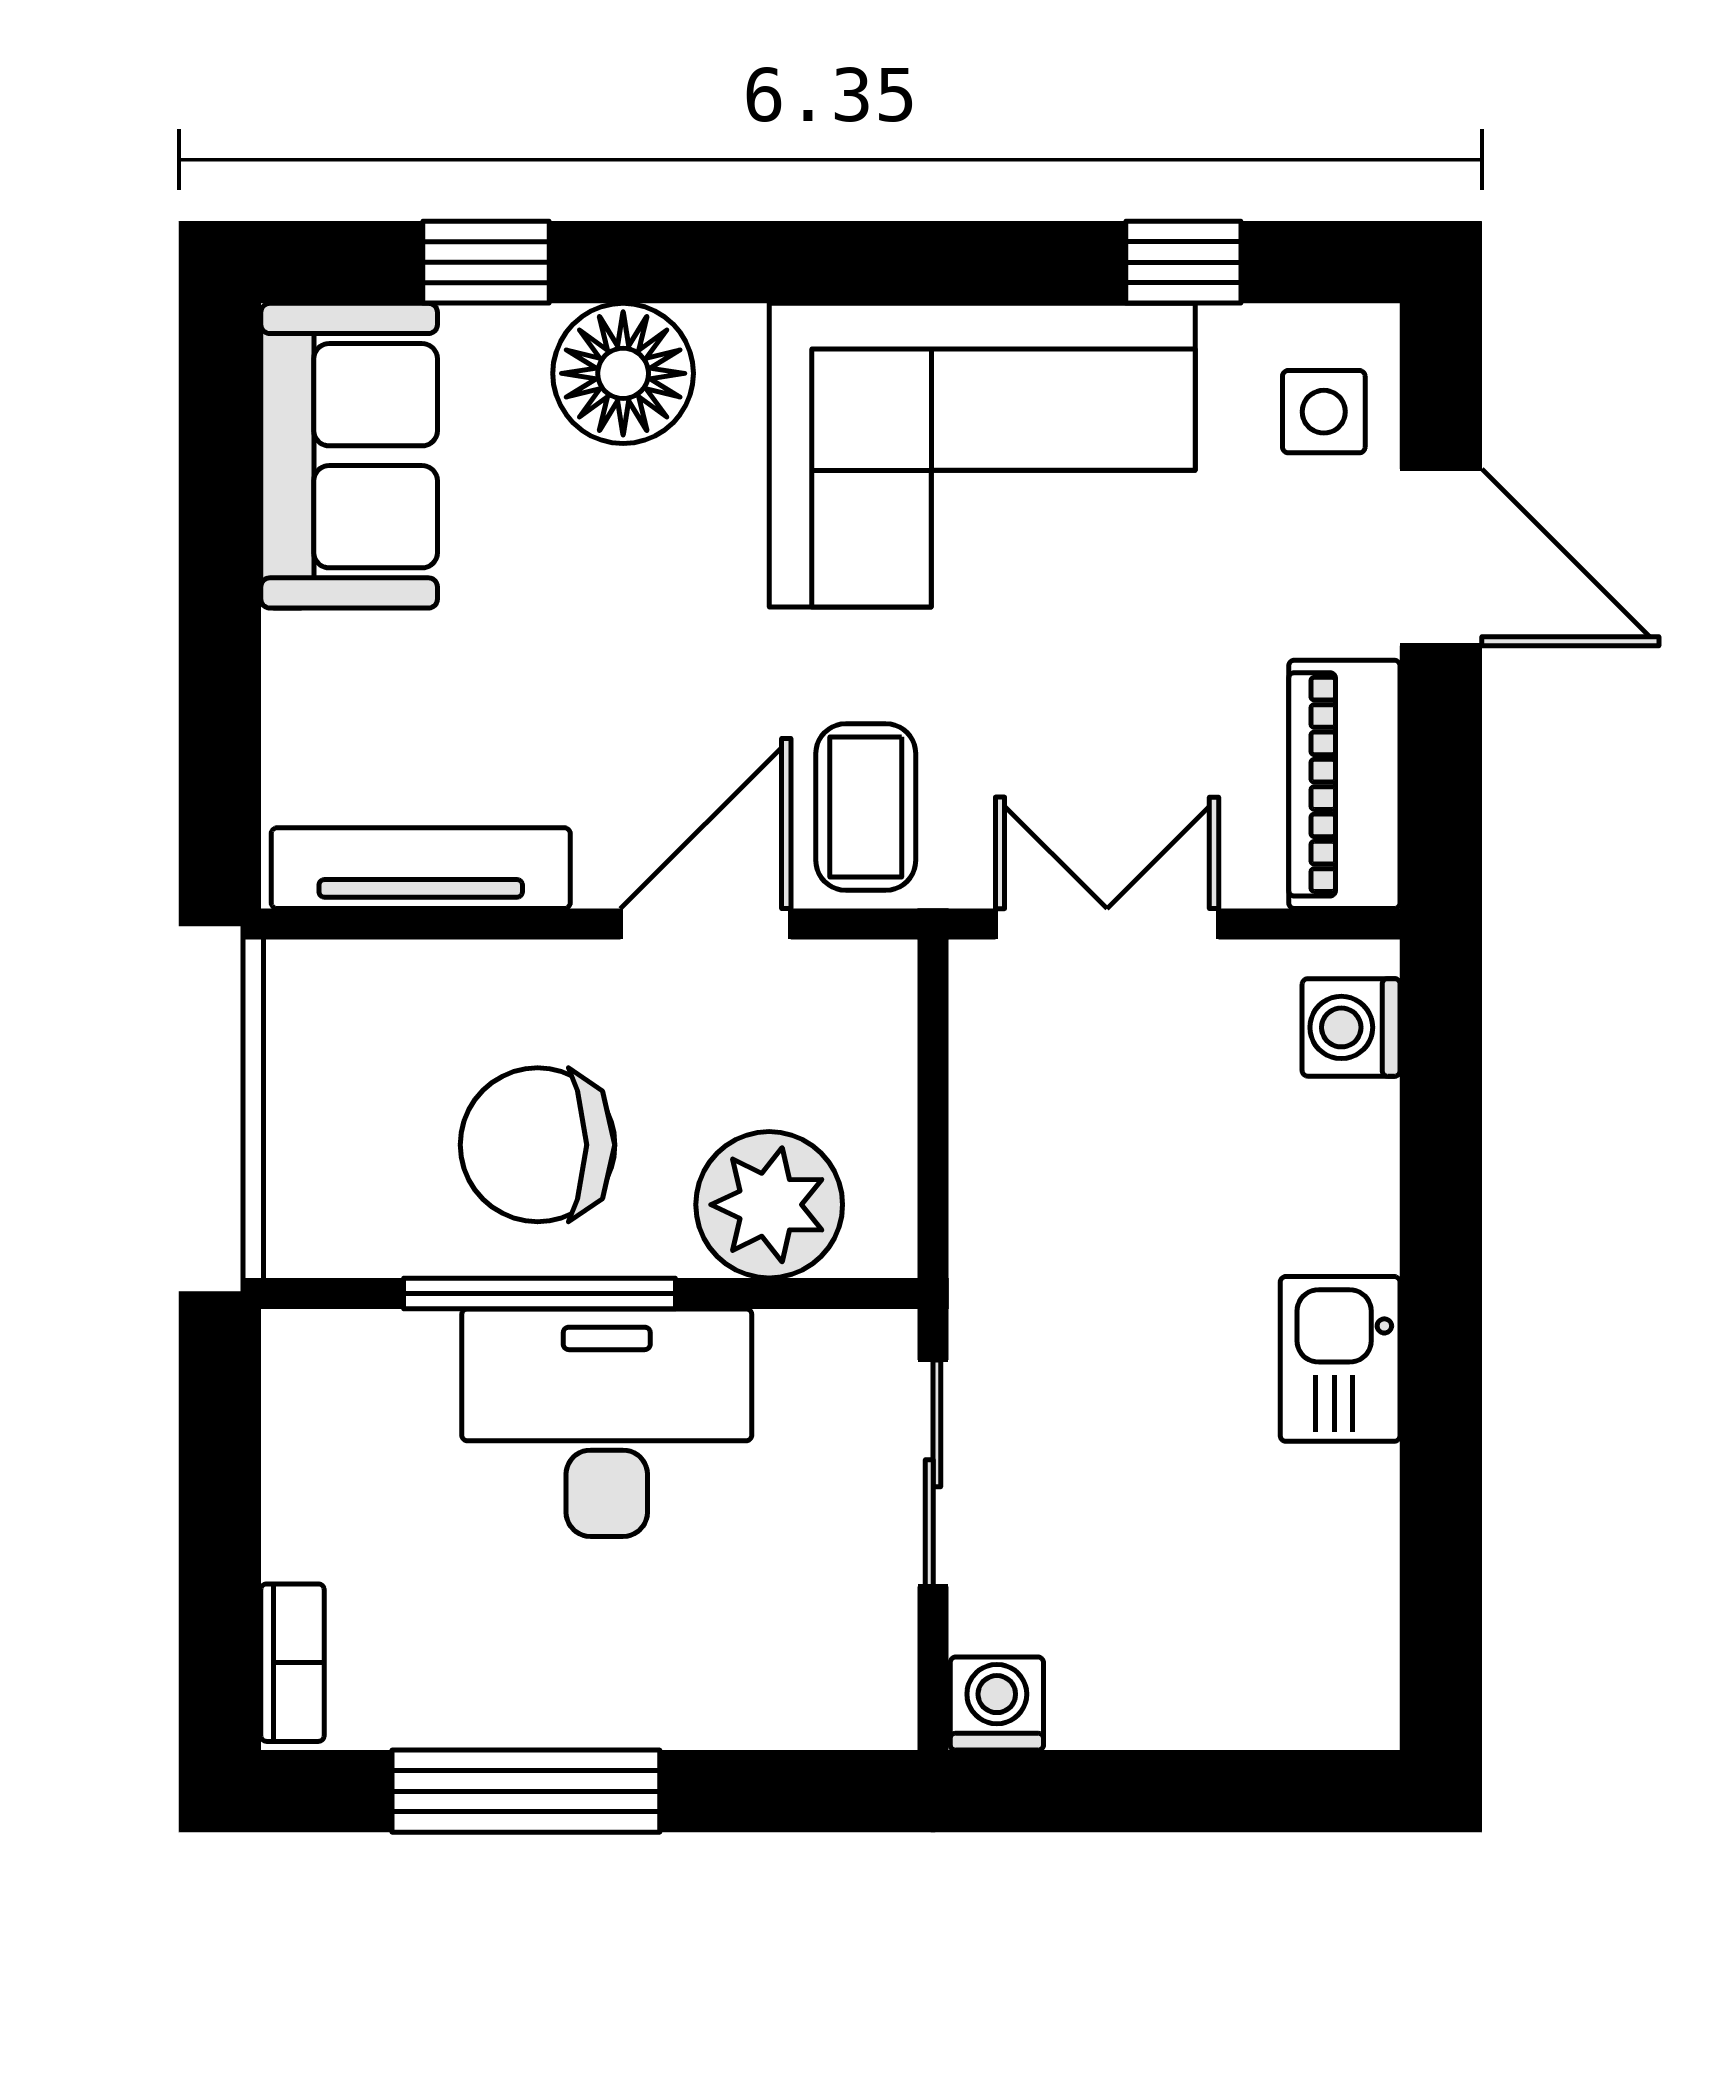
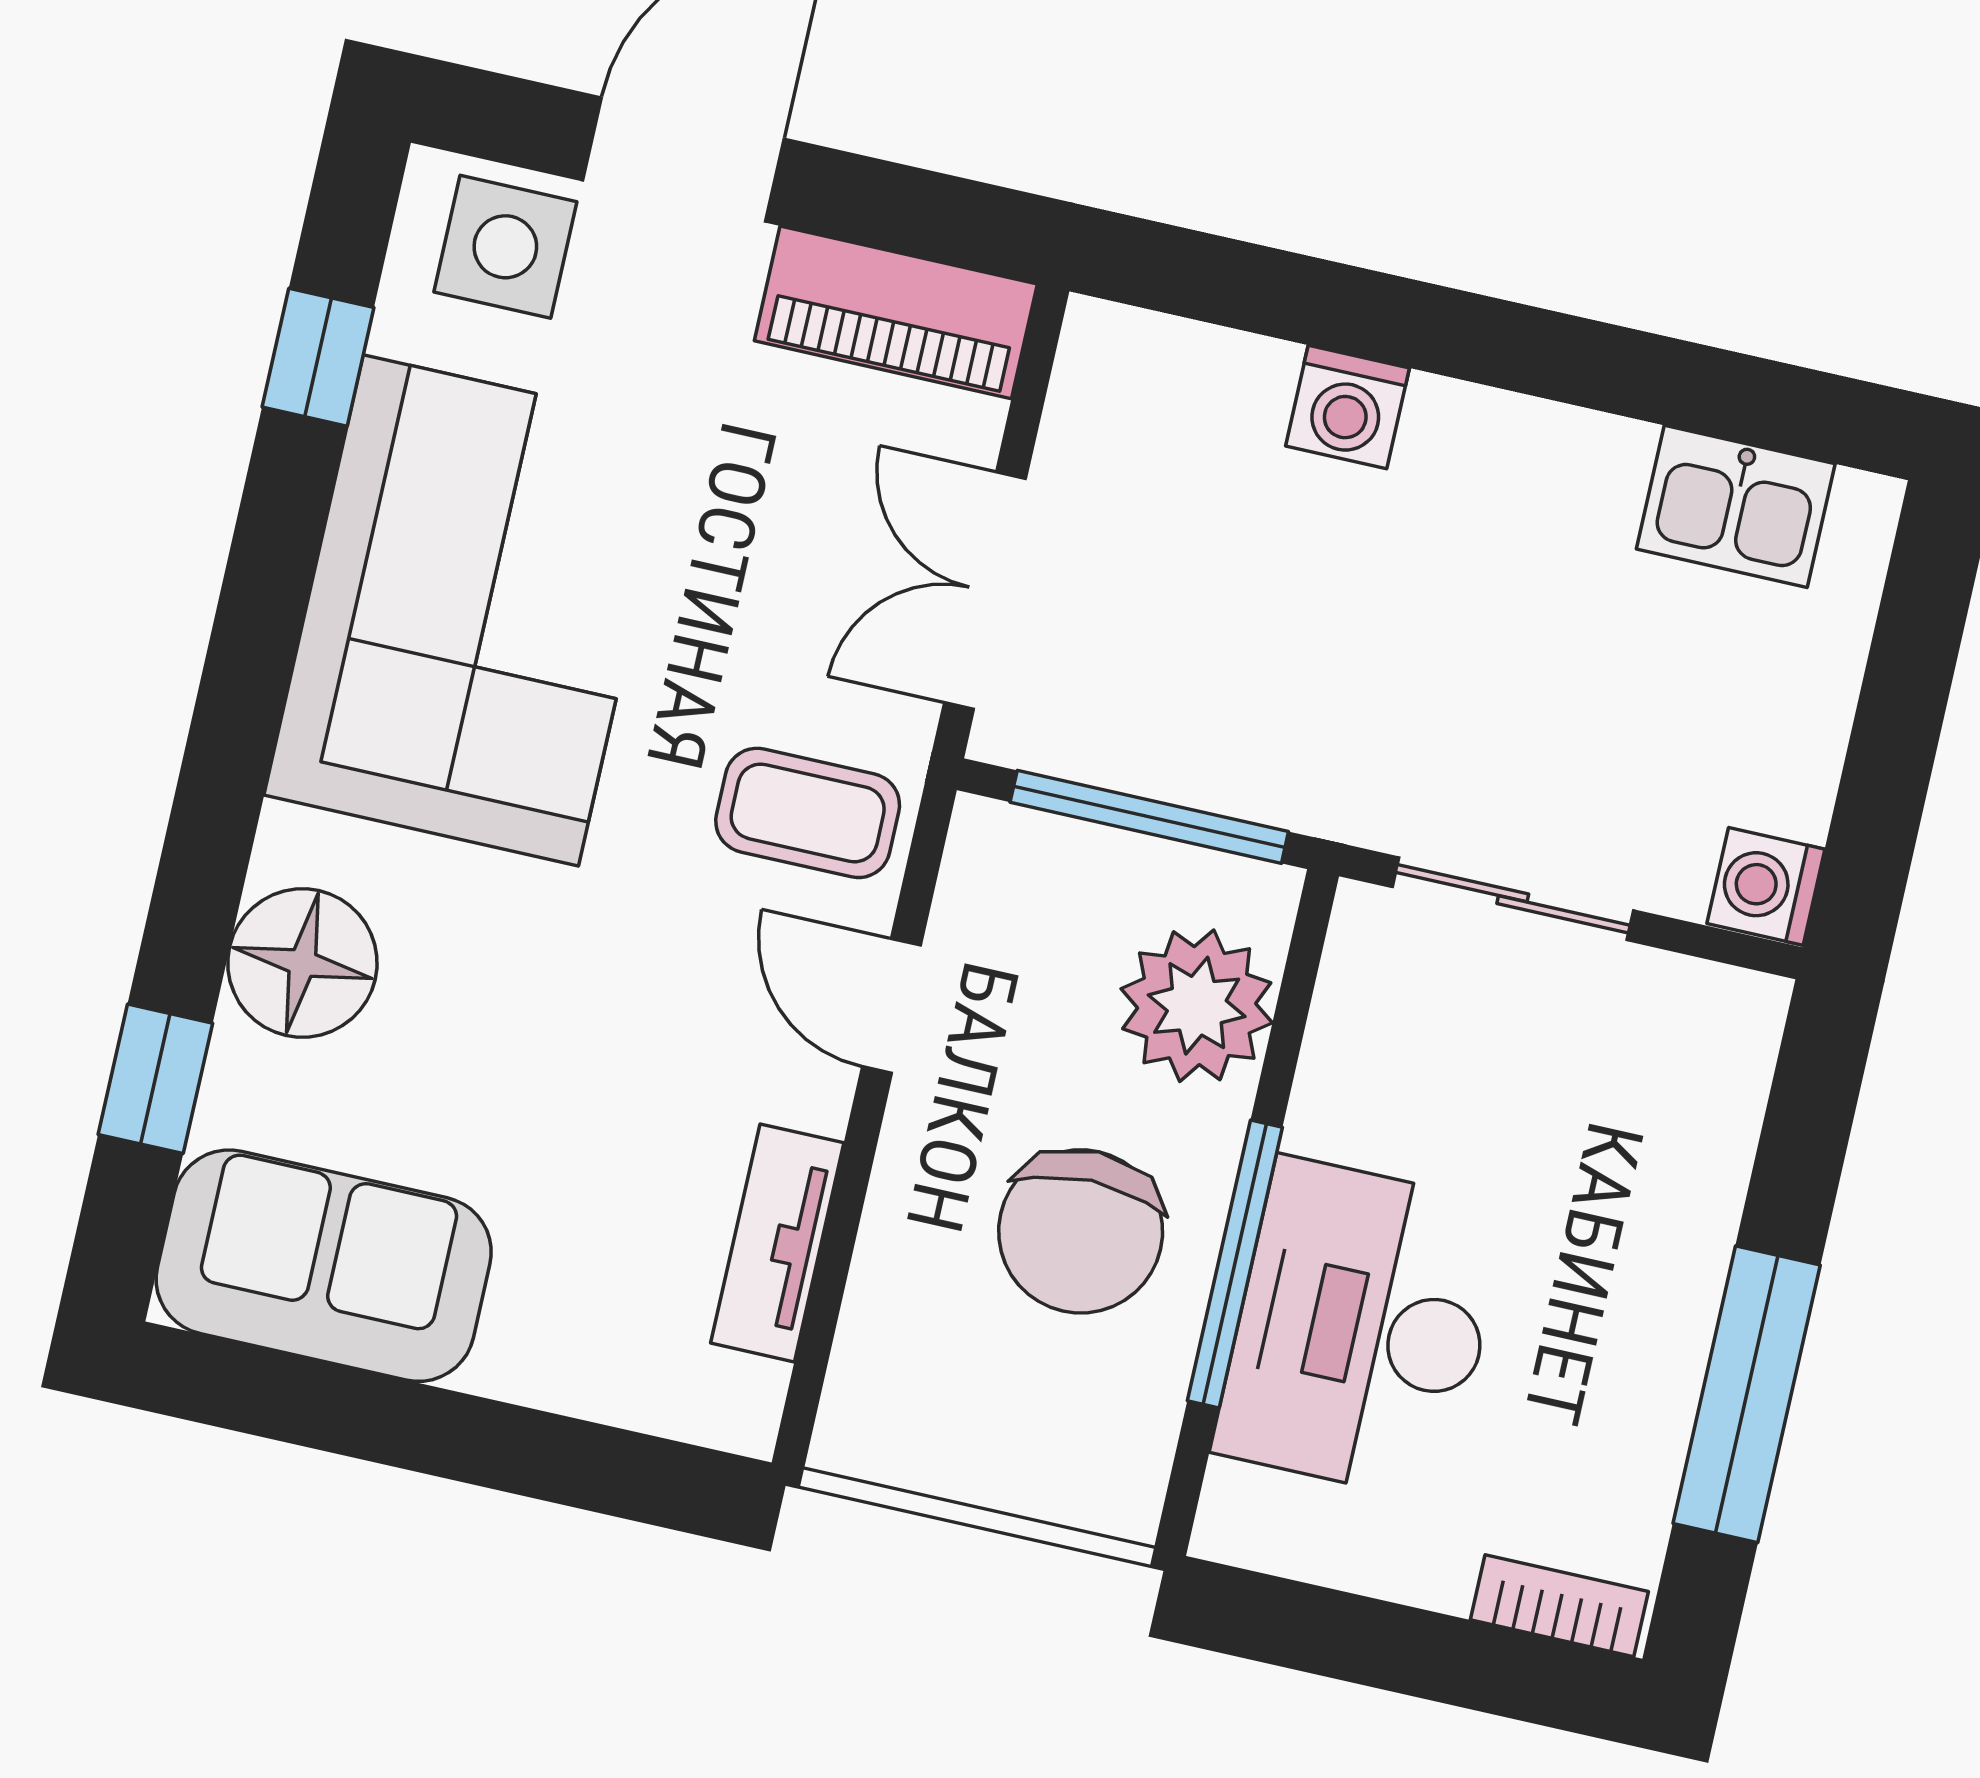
side table: (1324, 412) -> (505, 247), width x1.37, depth x1.37
tv unit: (421, 868) -> (777, 1243), width x0.71
door: (706, 924) -> (891, 1006), width x0.73
washing machine: (1351, 1027) -> (1348, 407), moved
window: (933, 1122) -> (1149, 817), added
kitchen sink: (1340, 1359) -> (1736, 506), moved
desk: (607, 1423) -> (1361, 1329), moved

